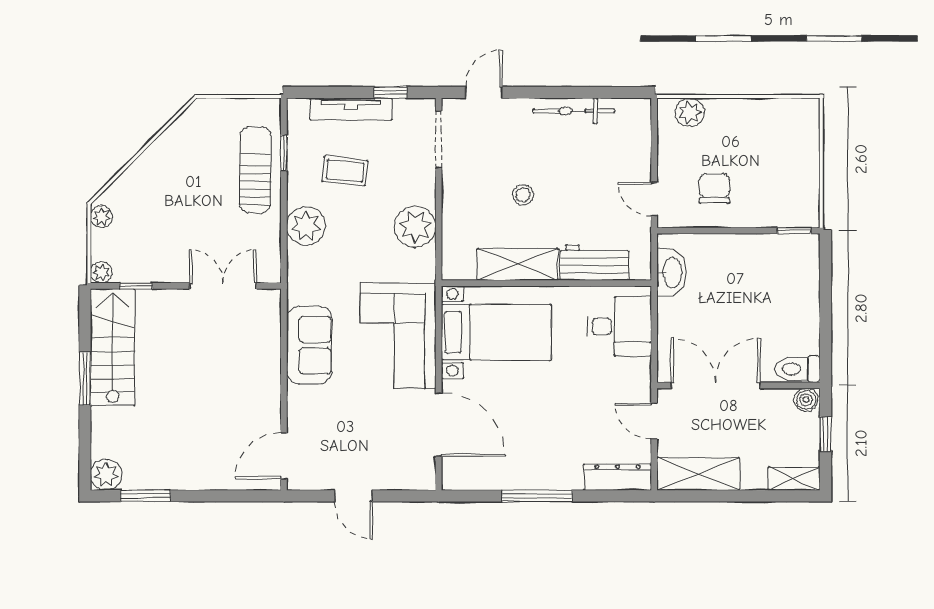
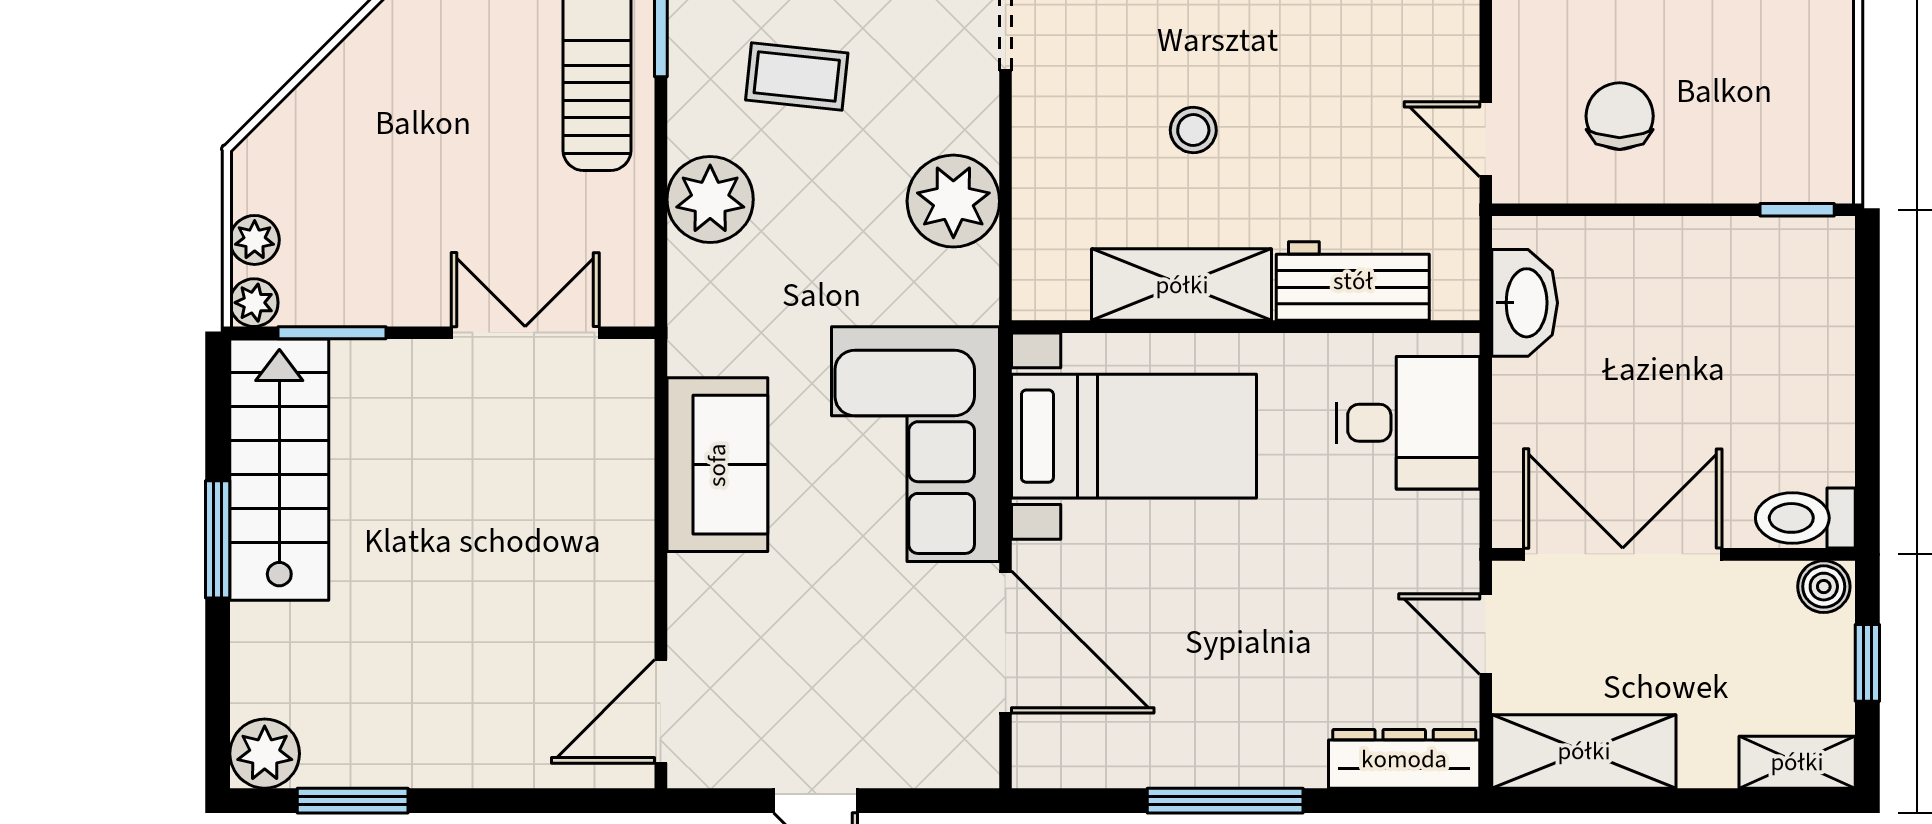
plant: (101, 217) -> (255, 240), moved
window: (136, 286) -> (332, 333), width x1.50

